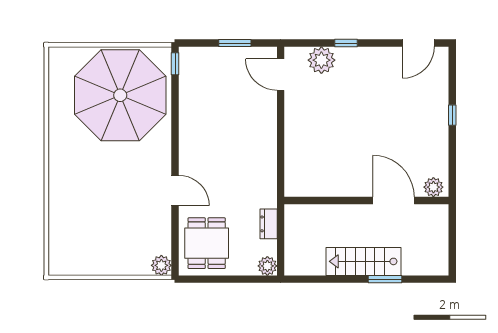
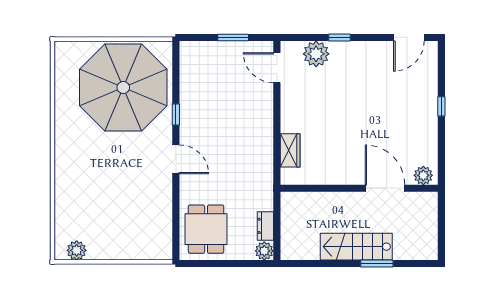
window: (175, 64) -> (176, 115), moved
wardrobe: (294, 161) -> (290, 150), added
door: (175, 190) -> (176, 159), moved
dresser: (269, 224) -> (265, 226), moved
plant: (161, 265) -> (77, 250), moved

